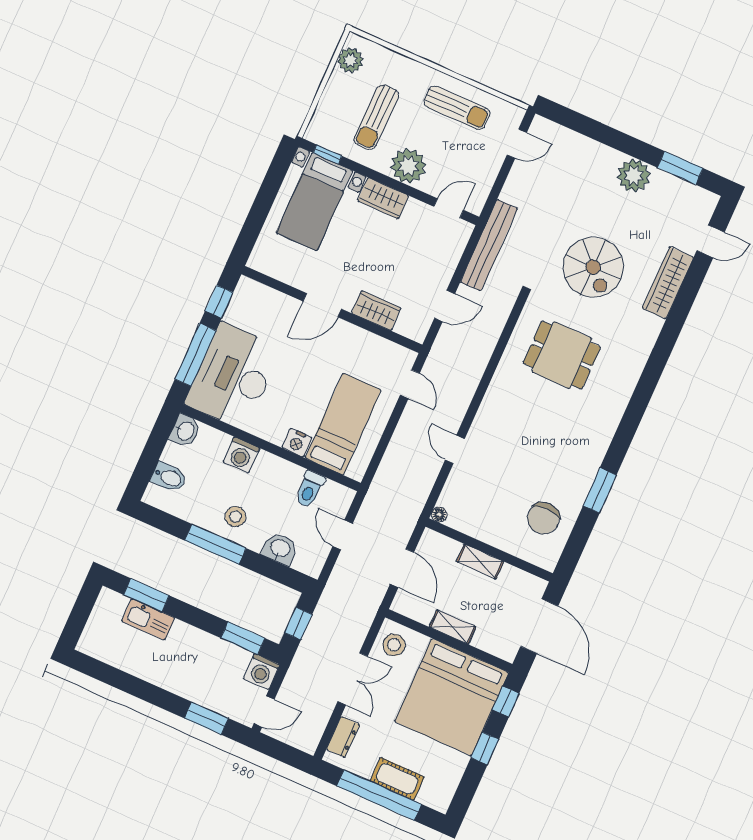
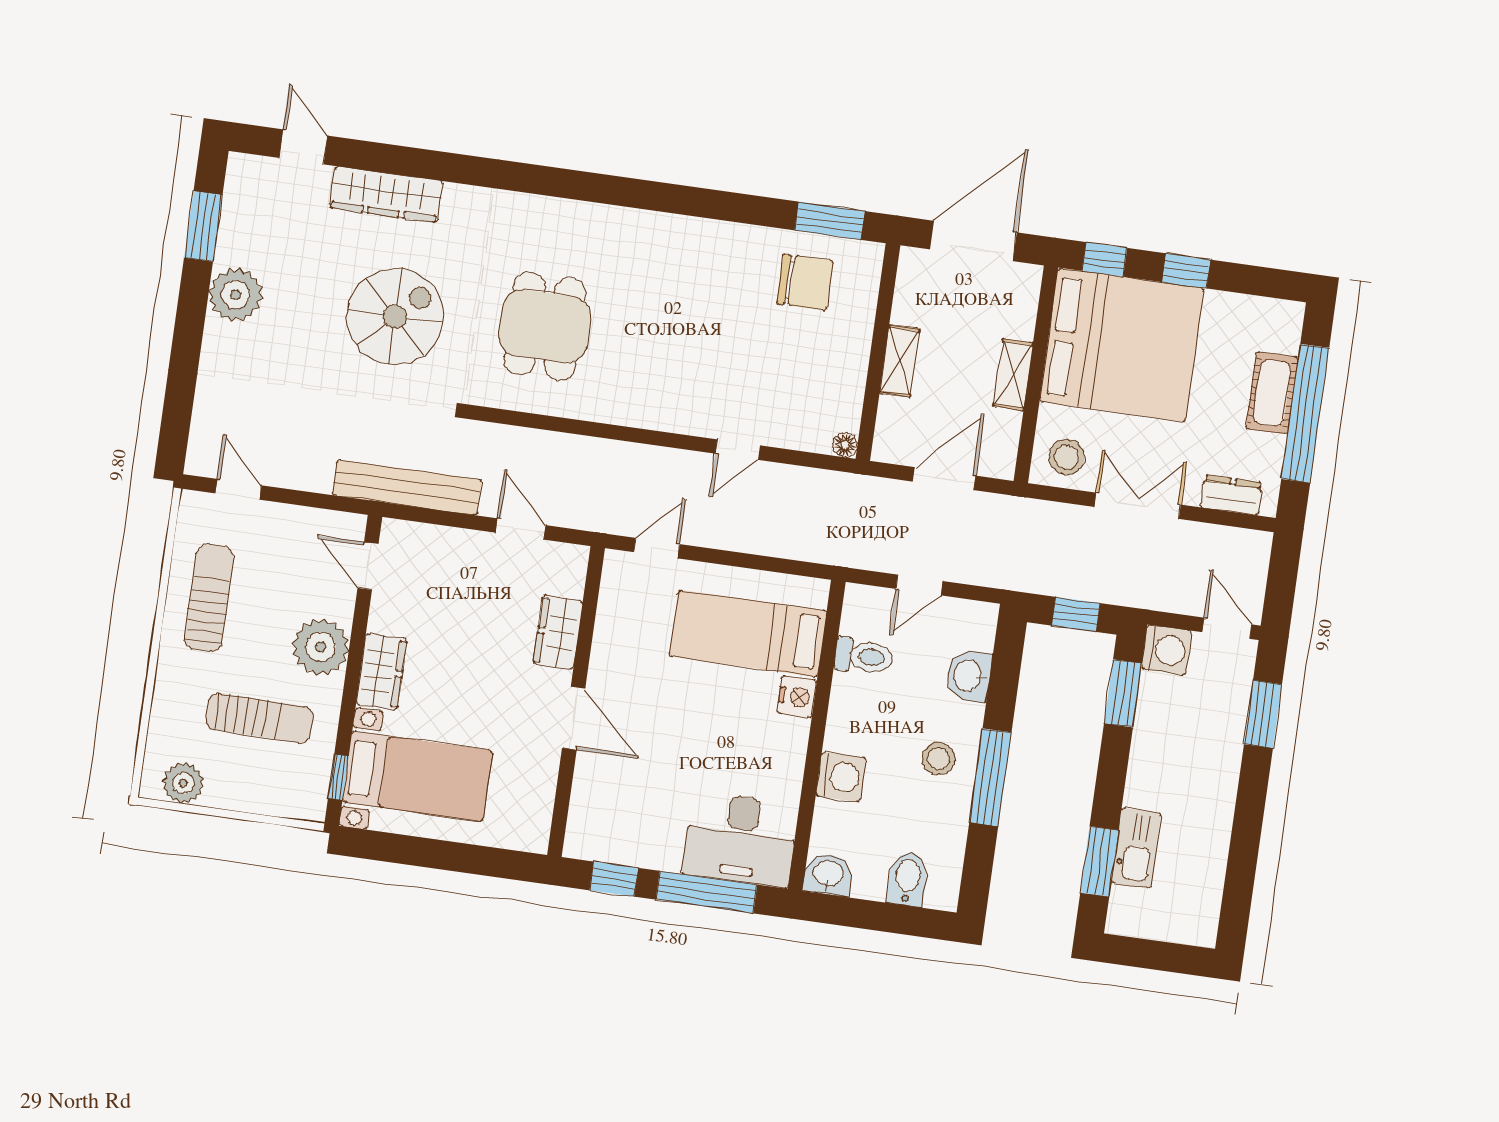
desk: (233, 376) -> (740, 839), width x0.73, depth x0.77
window: (600, 490) -> (830, 221), moved

